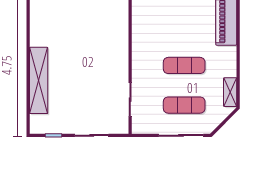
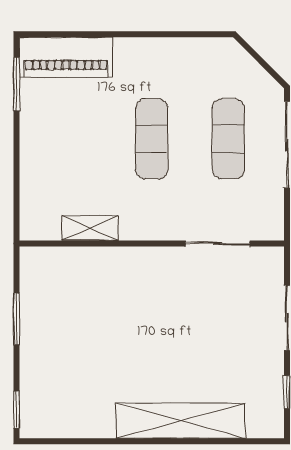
shelving: (230, 92) -> (90, 228), moved

